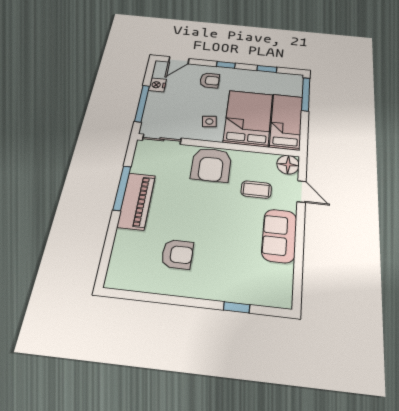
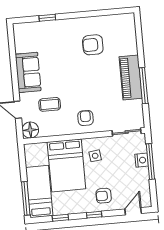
nightstand: (157, 85) -> (142, 160), moved
bed: (286, 122) -> (39, 192), moved, turned 180
armchair: (211, 165) -> (86, 118), width x0.53, depth x0.53

